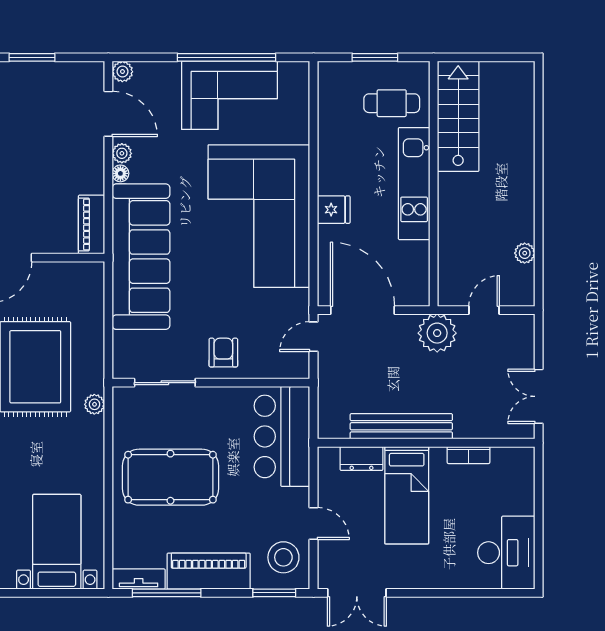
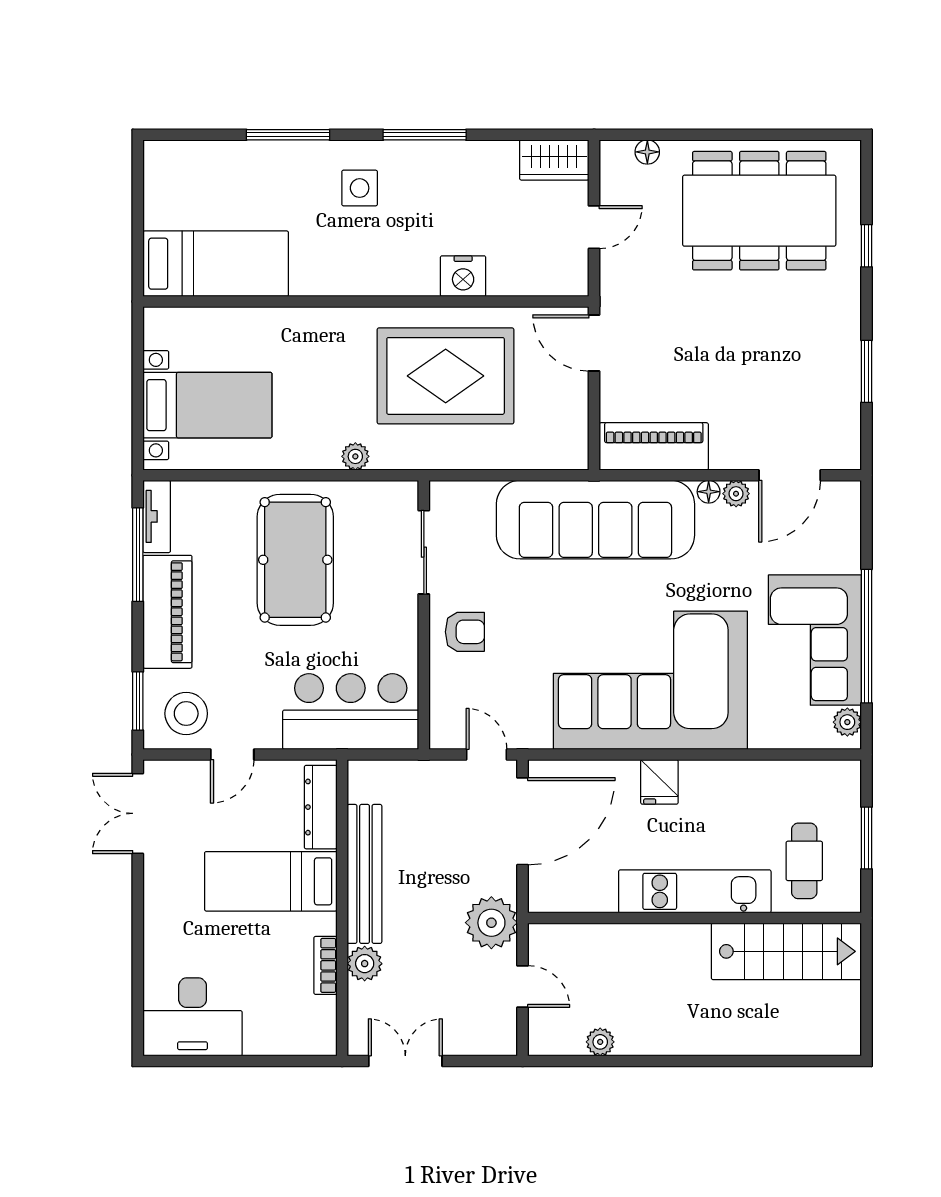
plant: (122, 72) -> (847, 722), moved
piano: (91, 224) -> (654, 446), width x1.37, depth x1.33
plant: (94, 404) -> (355, 456), moved
plant: (467, 426) -> (365, 964), added
dresser: (361, 458) -> (321, 807), width x1.44

